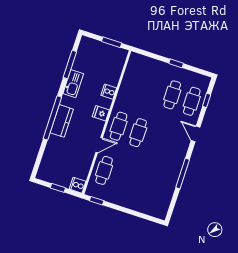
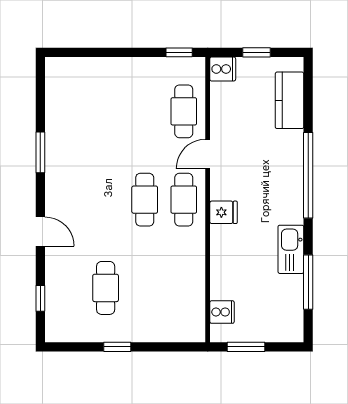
cooker: (109, 92) -> (222, 312), moved
cafe table: (192, 101) -> (67, 288), removed
kitchen counter: (62, 121) -> (289, 100), moved
window: (183, 173) -> (40, 152), width x0.69

